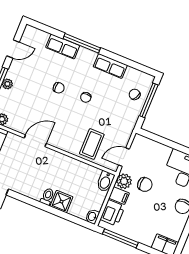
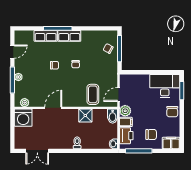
row of seats: (110, 66) -> (69, 36), moved
chair: (145, 185) -> (151, 135), moved
shower: (61, 202) -> (85, 116), moved

